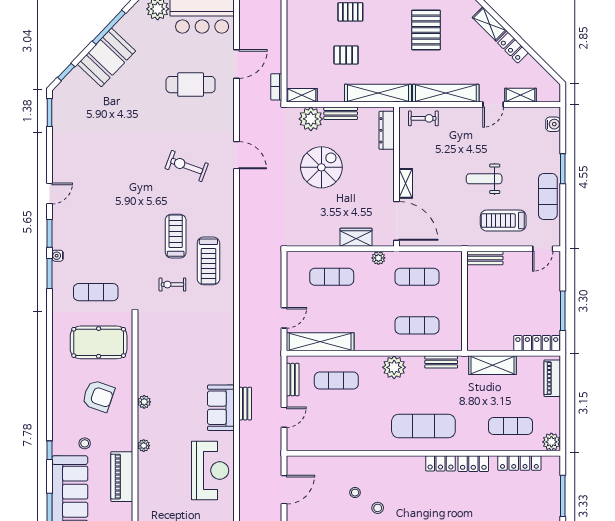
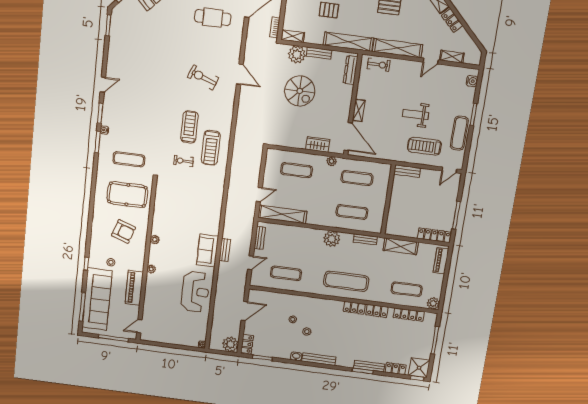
spiral stairs: (321, 167) -> (300, 91), turned 90
exercise mat: (336, 381) -> (286, 273), moved

